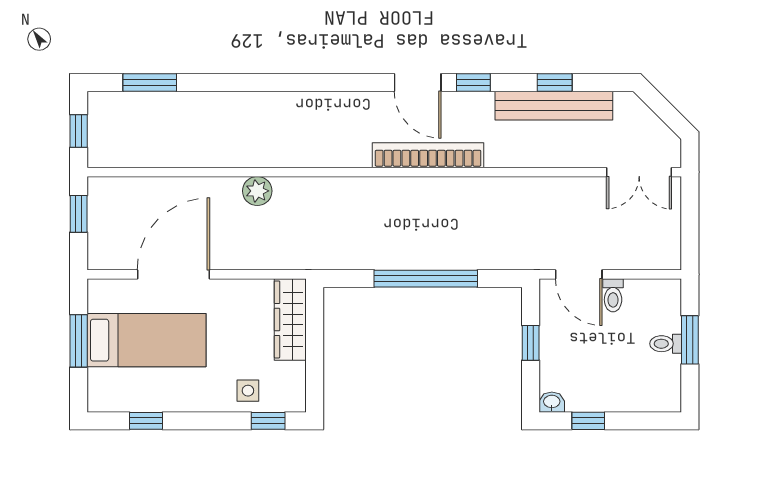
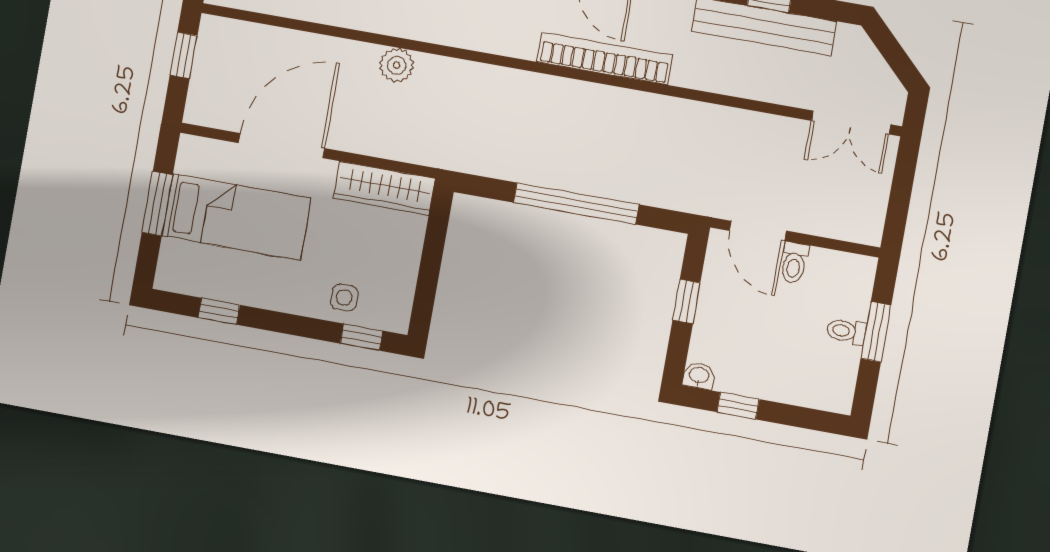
wardrobe: (290, 319) -> (384, 188), moved, turned -90

